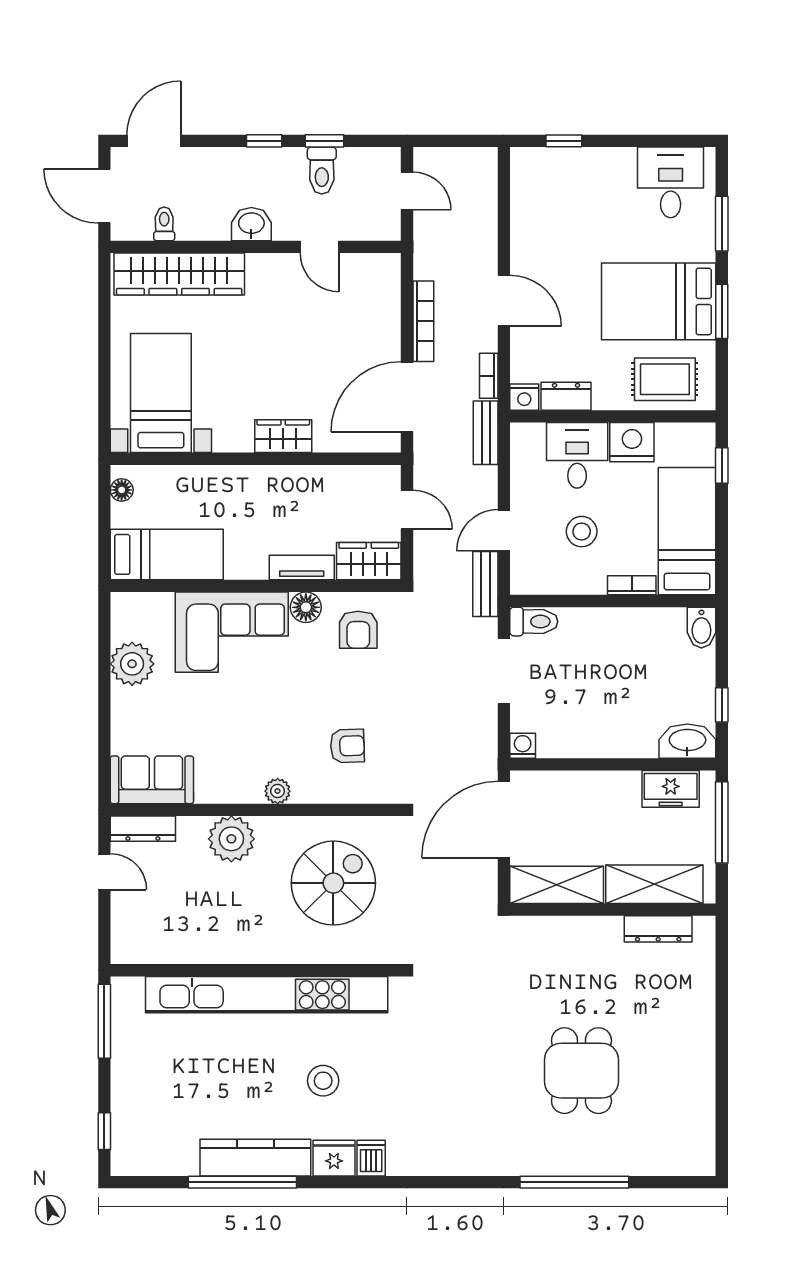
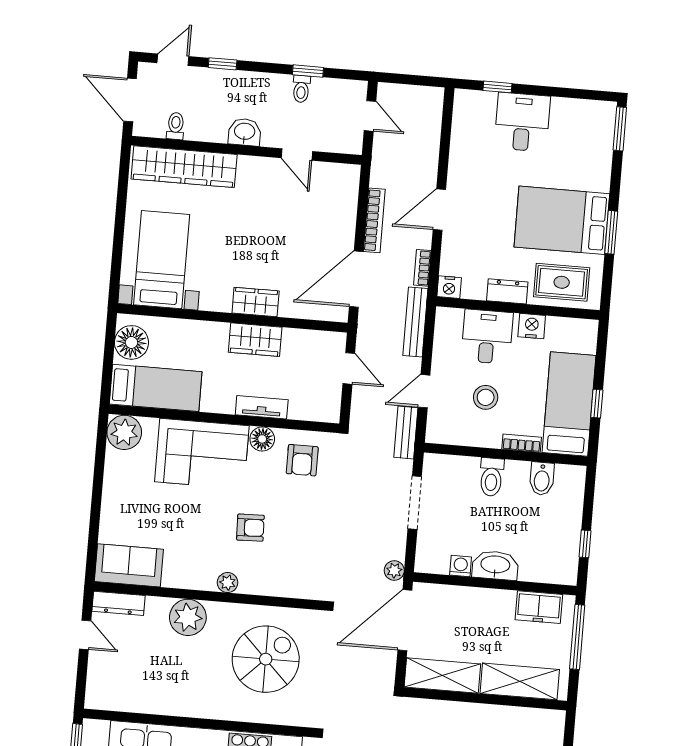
door: (154, 141) -> (173, 60), width x0.73
window: (264, 141) -> (223, 64), moved
toilet: (322, 171) -> (301, 89), width x0.73, depth x0.72
desk: (671, 182) -> (522, 122), moved
window: (722, 224) -> (620, 129), moved
door: (504, 301) -> (439, 210), swing flipped
dresser: (566, 396) -> (507, 291), moved
bench: (486, 433) -> (415, 322), width x1.36
nightstand: (632, 442) -> (532, 326), width x0.74, depth x0.75
window: (722, 465) -> (597, 404), moved
floor lamp: (122, 490) -> (131, 342), width x1.89, depth x1.89
wardrobe: (369, 561) -> (255, 340), moved, turned 180
toilet: (534, 622) -> (491, 477), moved, turned 90
bidet: (701, 628) -> (542, 479), moved
plant: (132, 664) -> (124, 432), moved
washbasin: (687, 741) -> (495, 565), moved
armchair: (347, 746) -> (250, 528), moved
washing machine: (523, 746) -> (461, 566), moved
plant: (485, 758) -> (394, 571), added
dresser: (658, 929) -> (520, 717), removed

